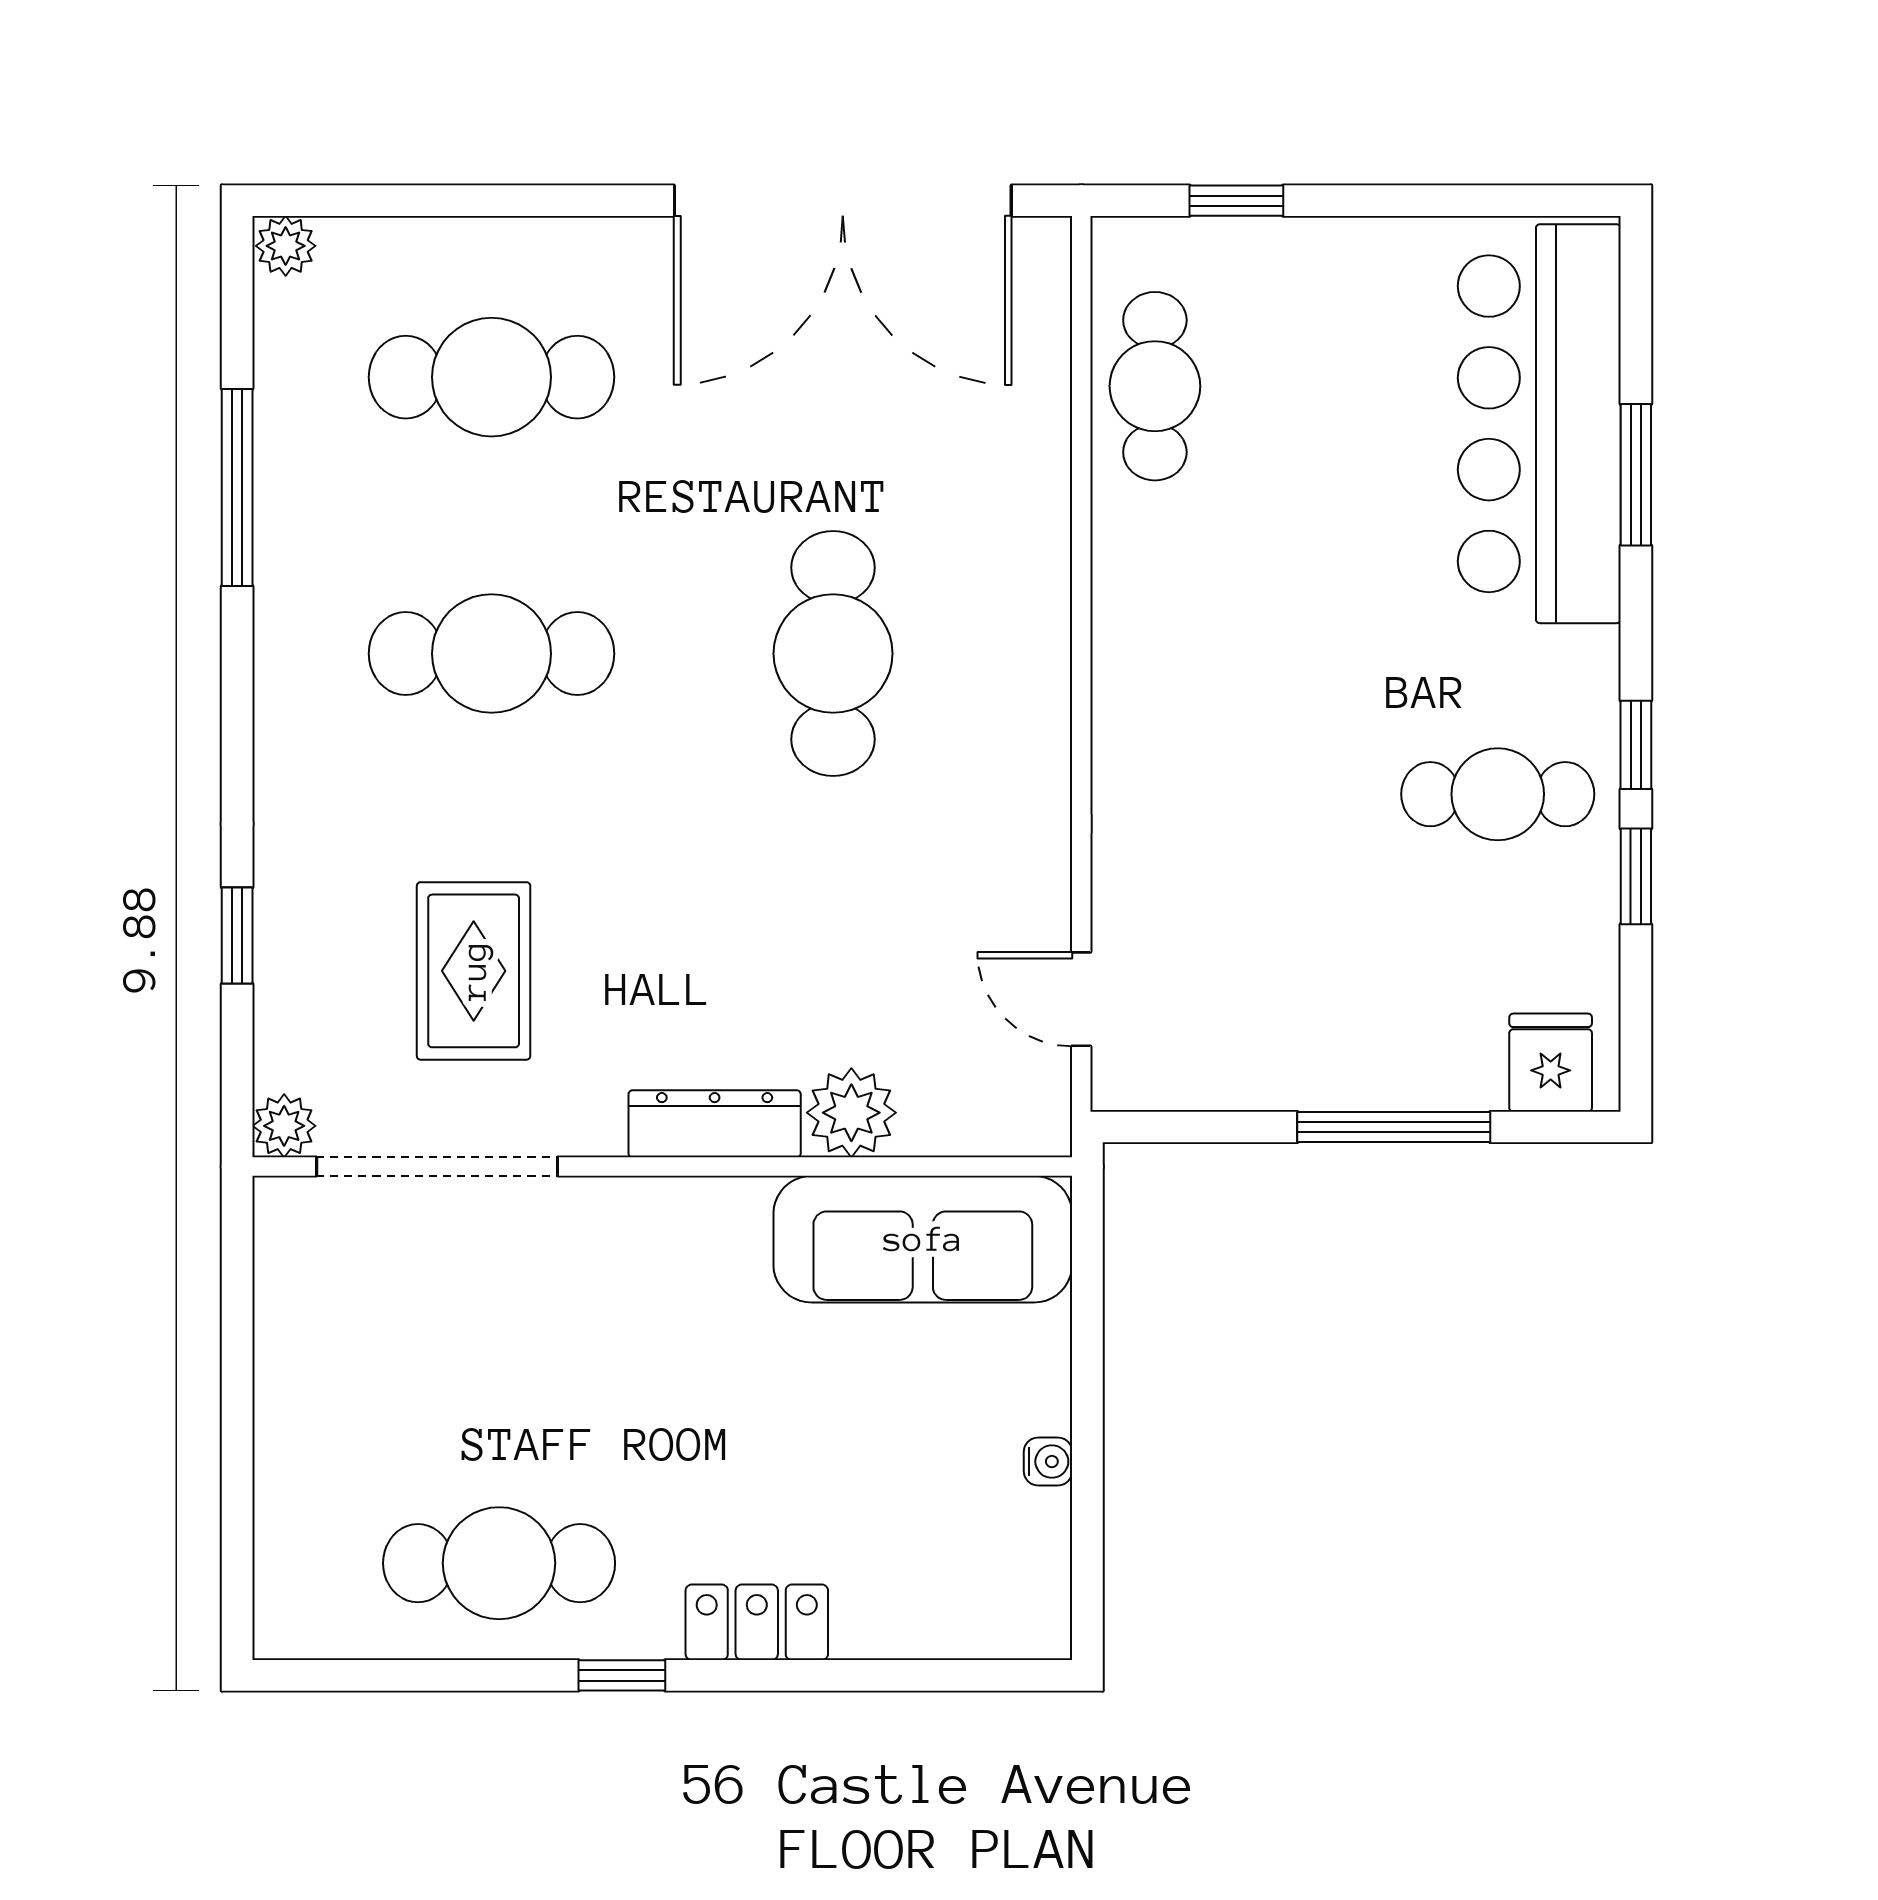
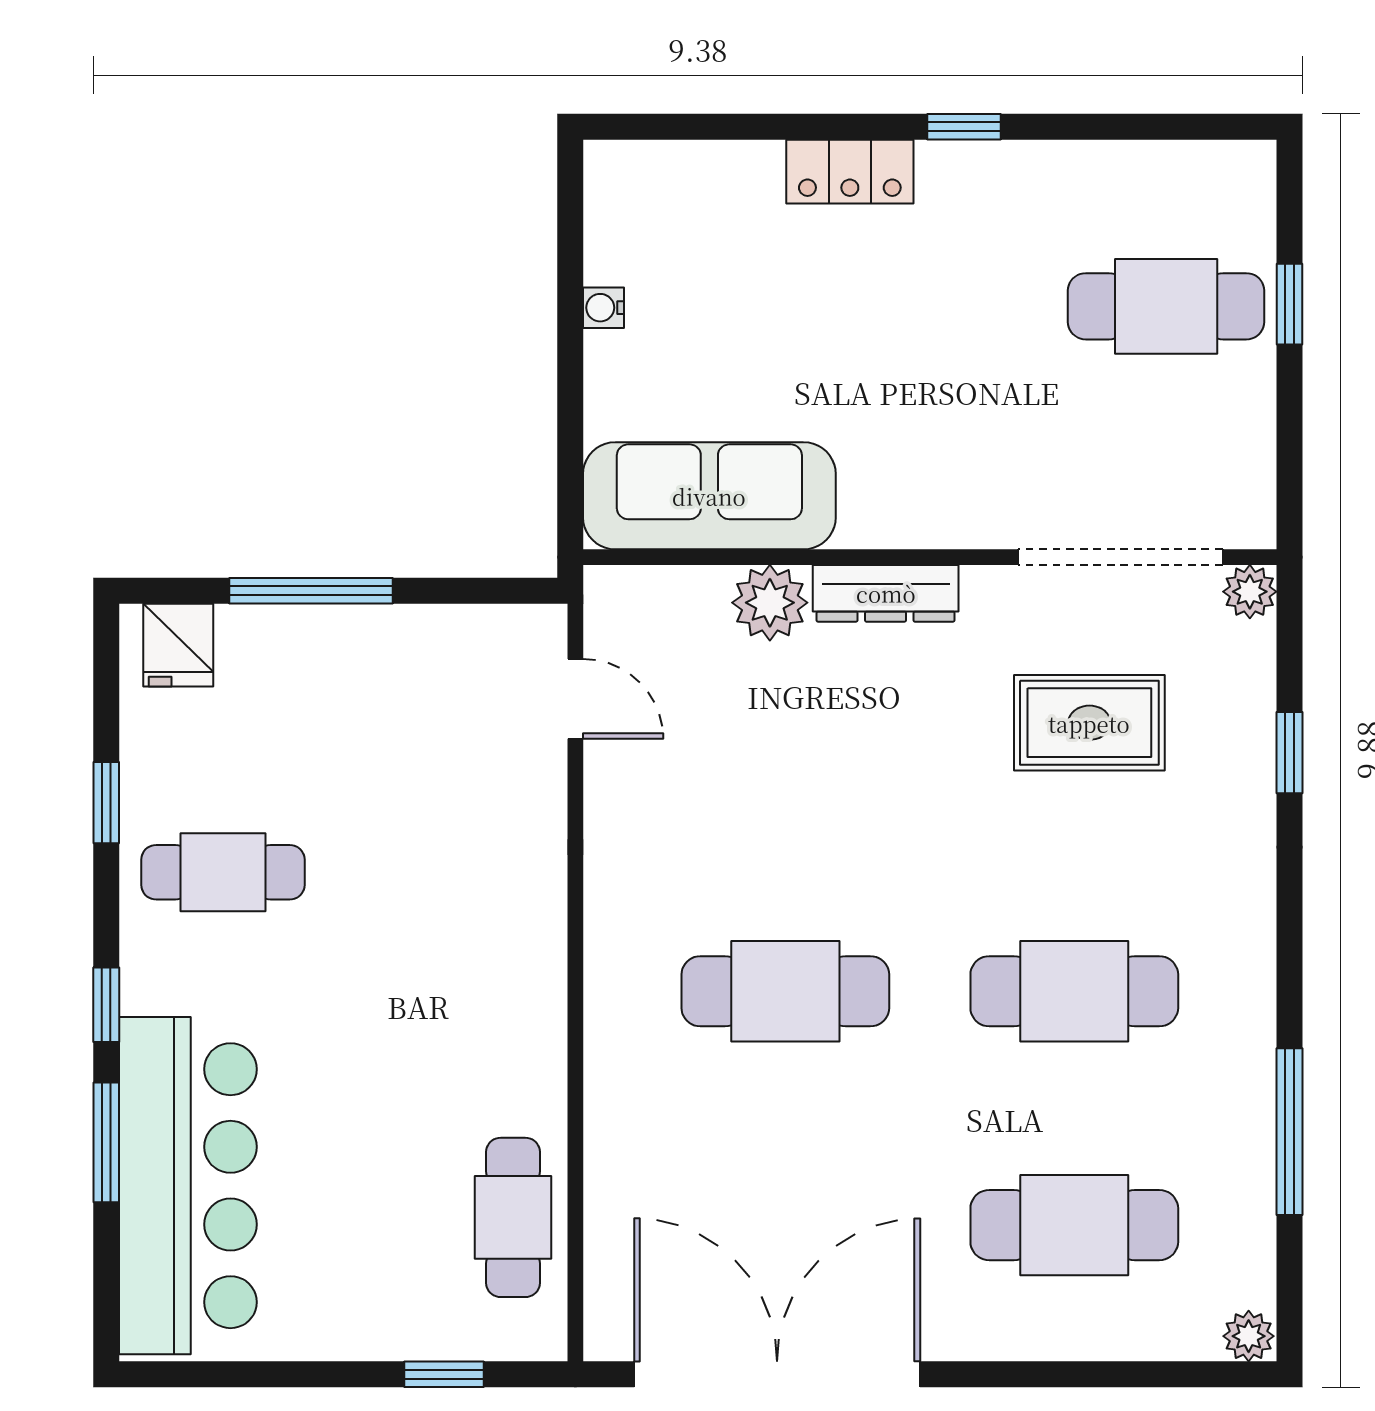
cafe table: (833, 654) -> (785, 991), turned 90
window: (1636, 745) -> (106, 1005), moved
rug: (474, 971) -> (1089, 723), turned 90
window: (237, 1466) -> (1289, 304), added
cafe table: (499, 1563) -> (1166, 306), moved

